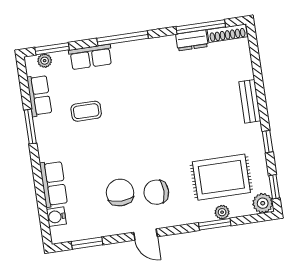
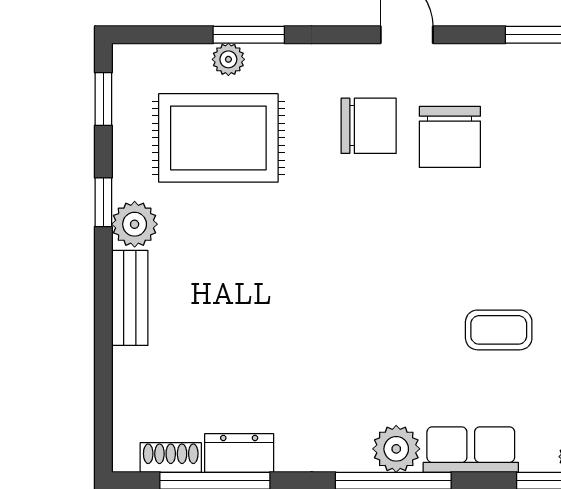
shoe rack: (227, 33) -> (171, 458), width x0.70
plant: (123, 52) -> (396, 449), added
plant: (263, 203) -> (135, 224), moved

